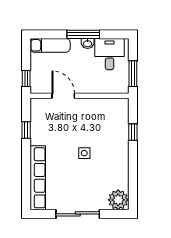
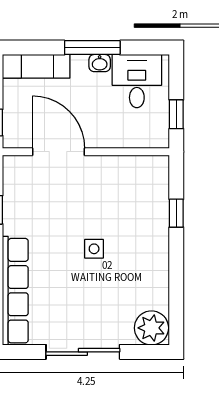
window: (133, 74) -> (176, 114), width x0.67
door: (63, 96) -> (58, 152), width x1.36

